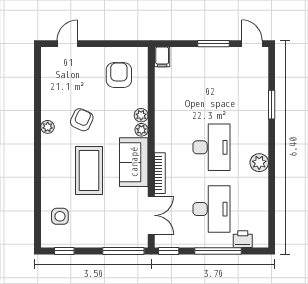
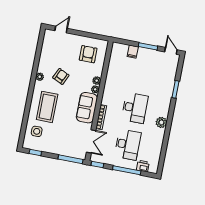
filing cabinet: (162, 57) -> (133, 52), moved
coffee table: (89, 170) -> (47, 107), moved

